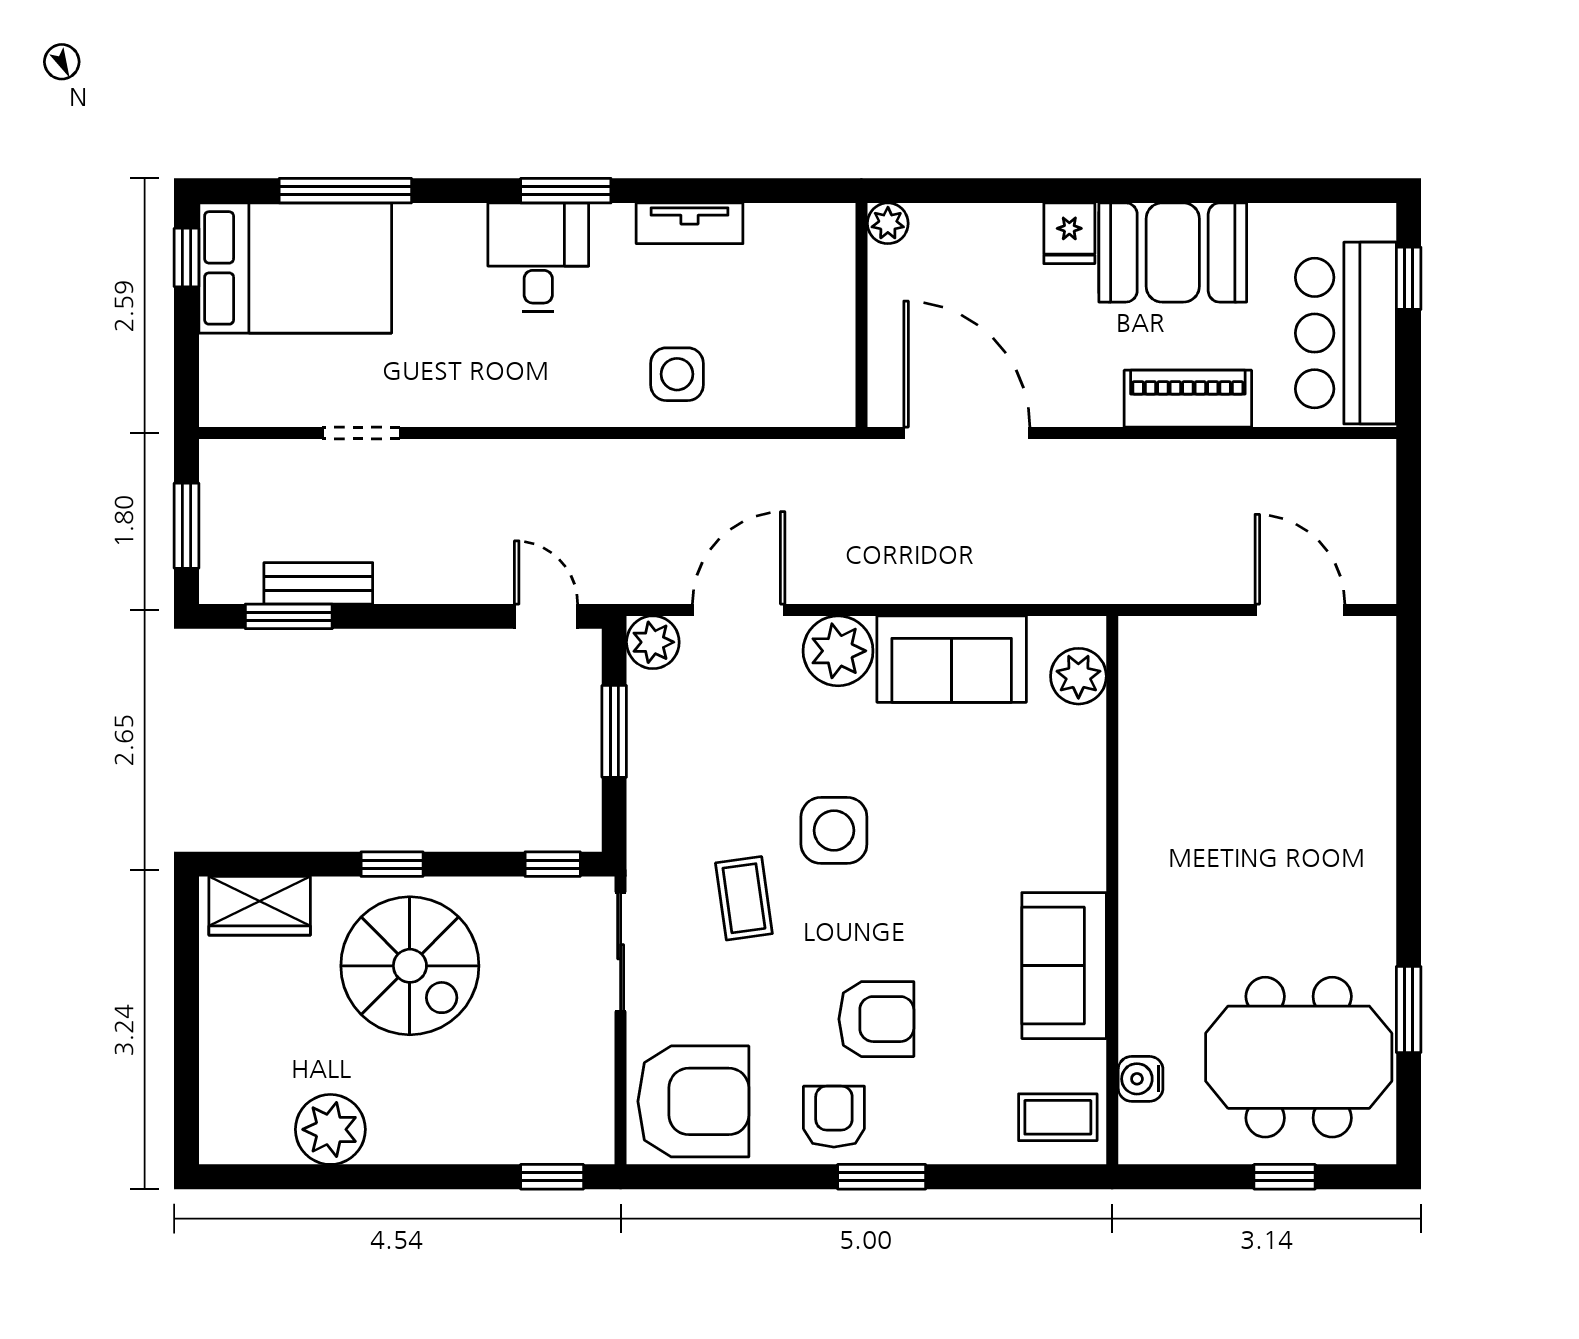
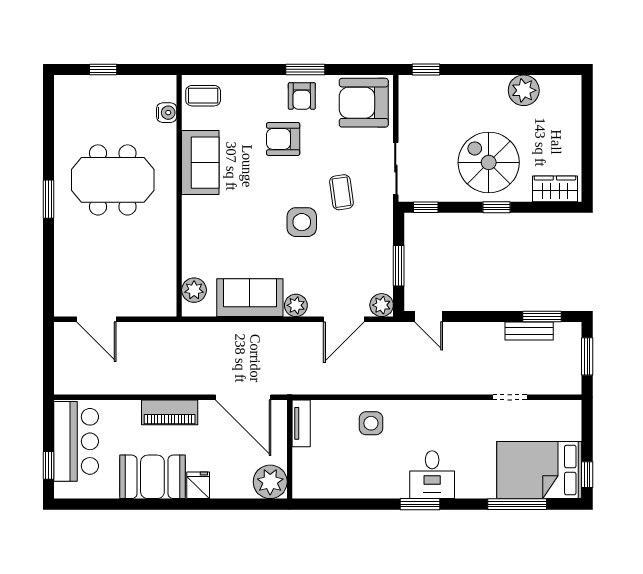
tv unit: (690, 223) -> (301, 423), moved, turned 90
plant: (888, 223) -> (270, 482), width x1.88, depth x1.88
piano: (1188, 399) -> (170, 412), moved
plant: (838, 651) -> (296, 305), width x0.73, depth x0.73
window: (1409, 1009) -> (48, 199), moved
meeting table: (1299, 1057) -> (113, 180), moved
window: (882, 1177) -> (305, 69), moved

